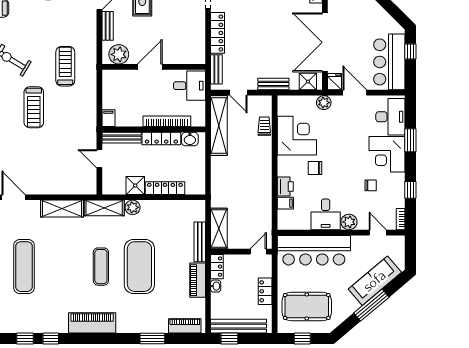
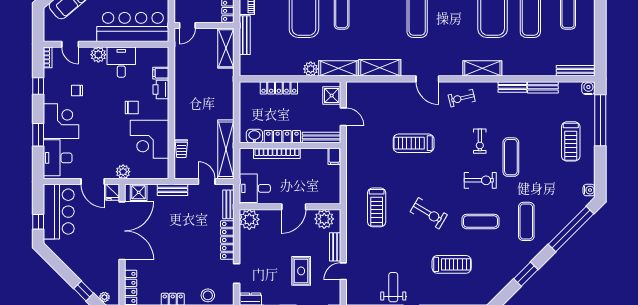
plant: (195, 54) -> (249, 219), added
treadmill: (34, 107) -> (414, 143), moved, turned -90
shower: (135, 186) -> (332, 96), moved

